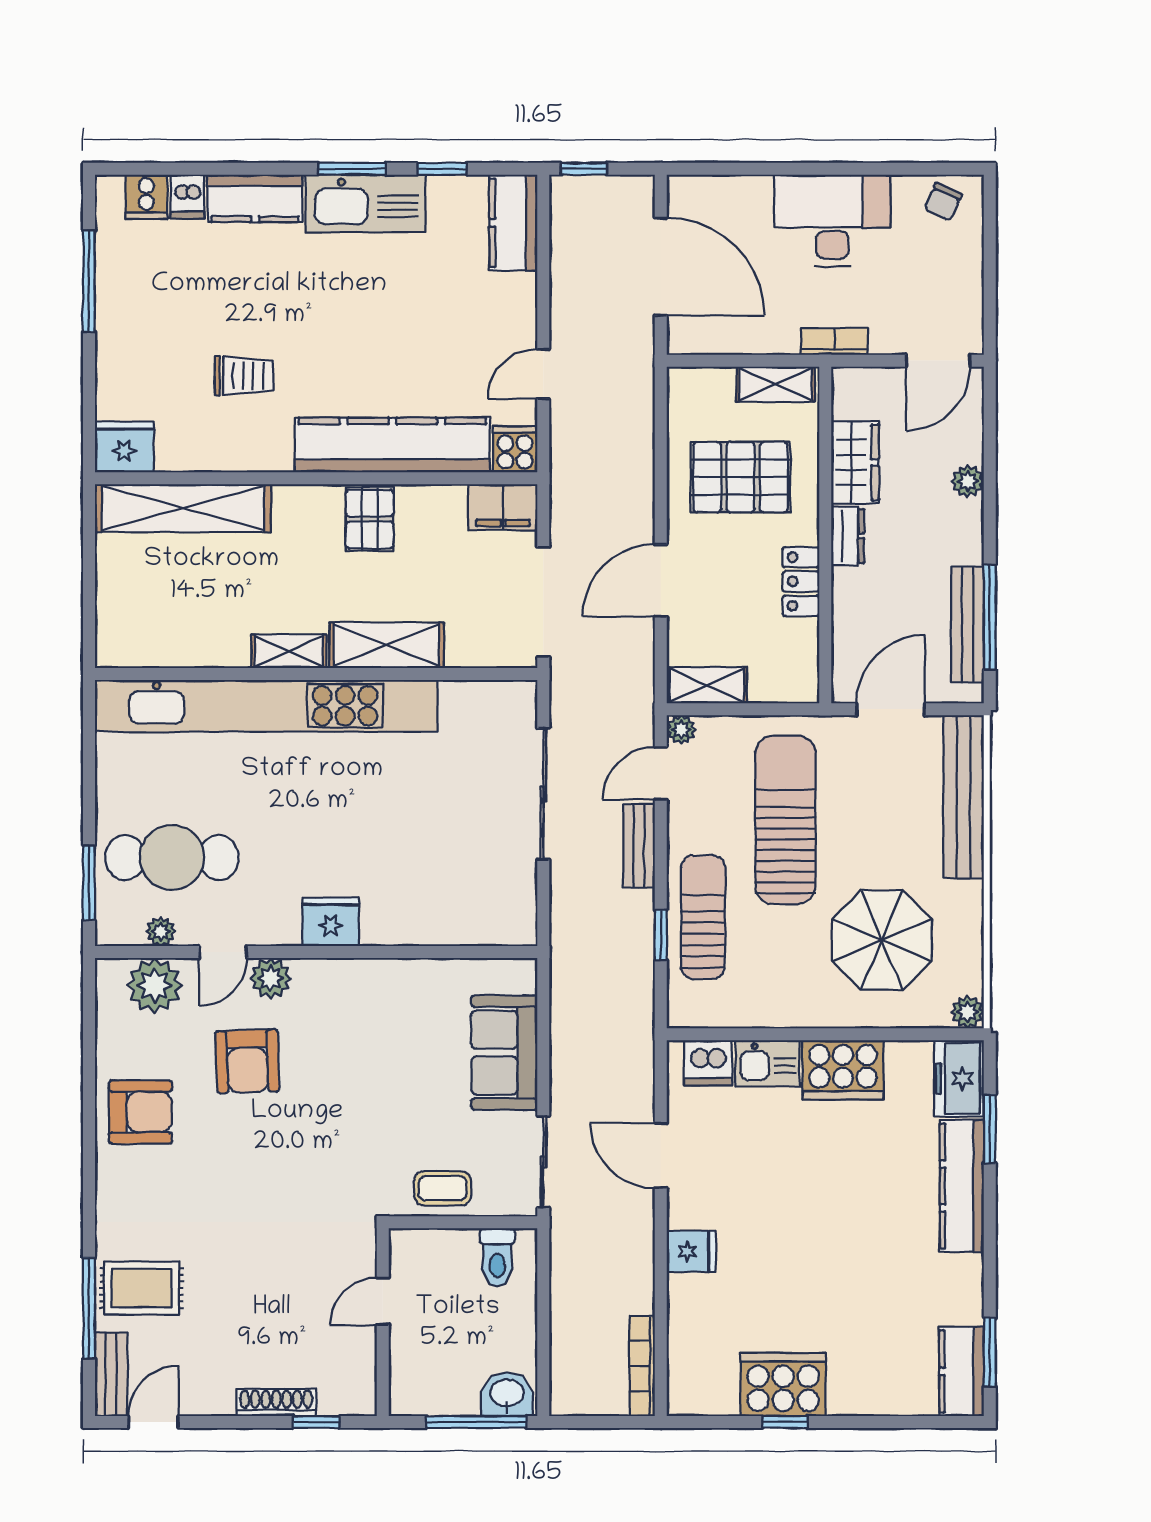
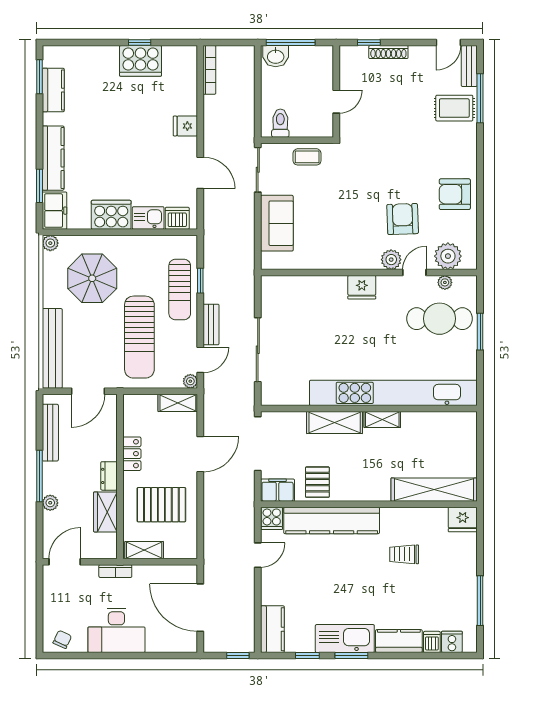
pallet: (370, 519) -> (317, 482), moved
window: (990, 617) -> (39, 476), moved
window: (89, 883) -> (480, 332), moved
kitchen counter: (962, 1371) -> (53, 90), moved

